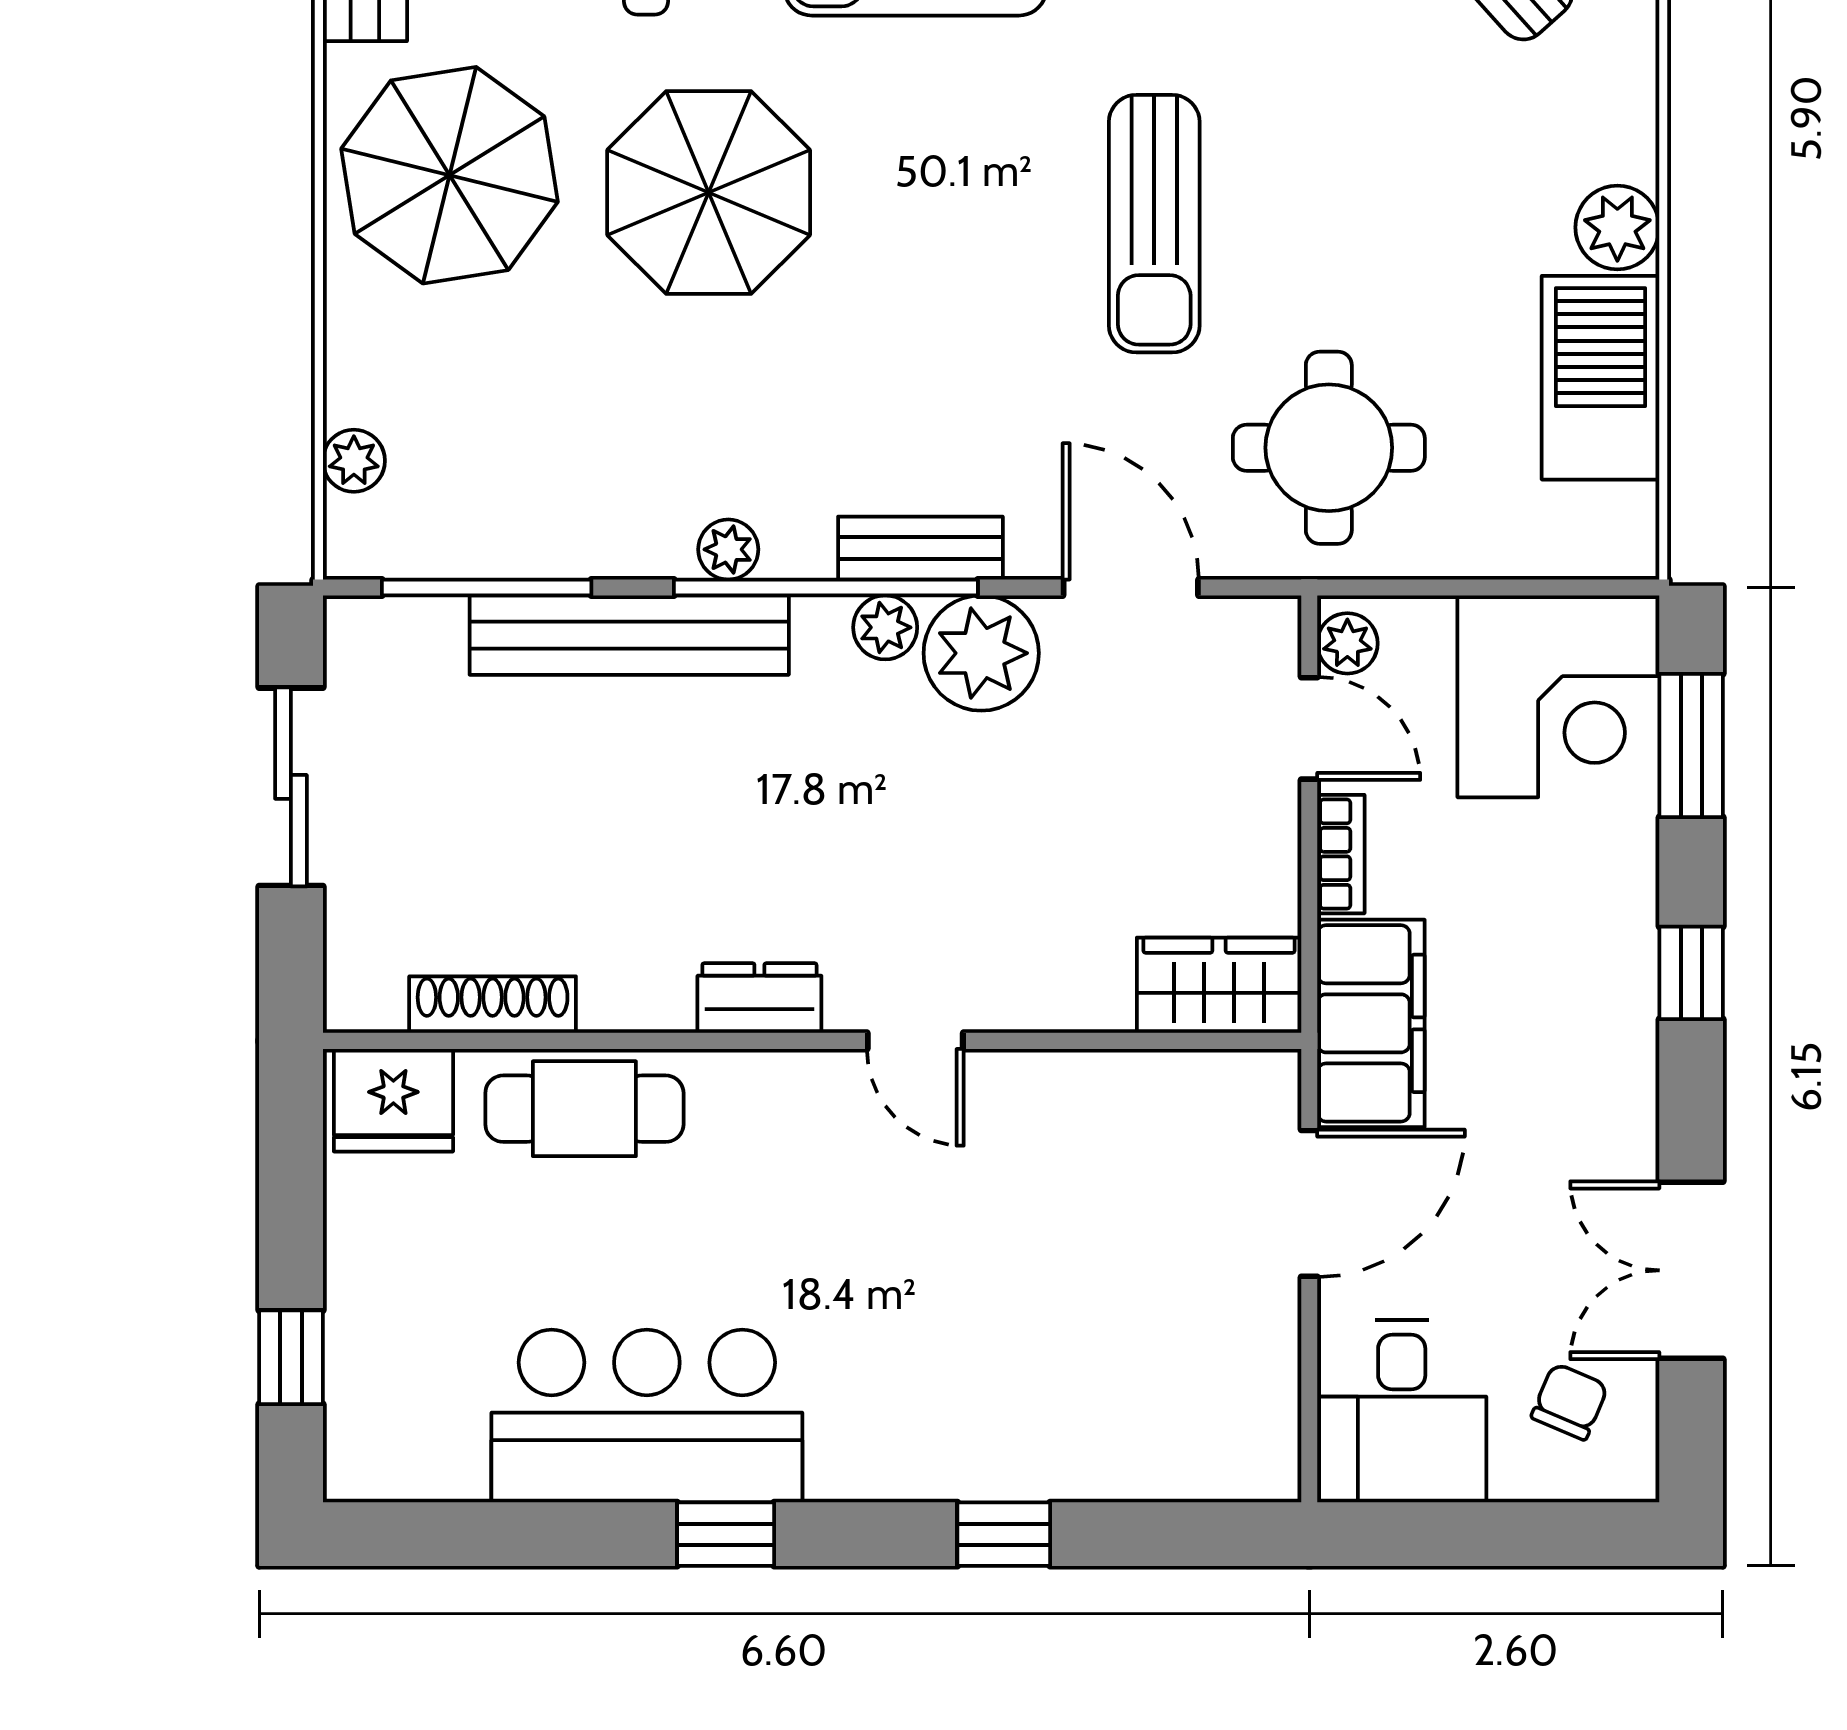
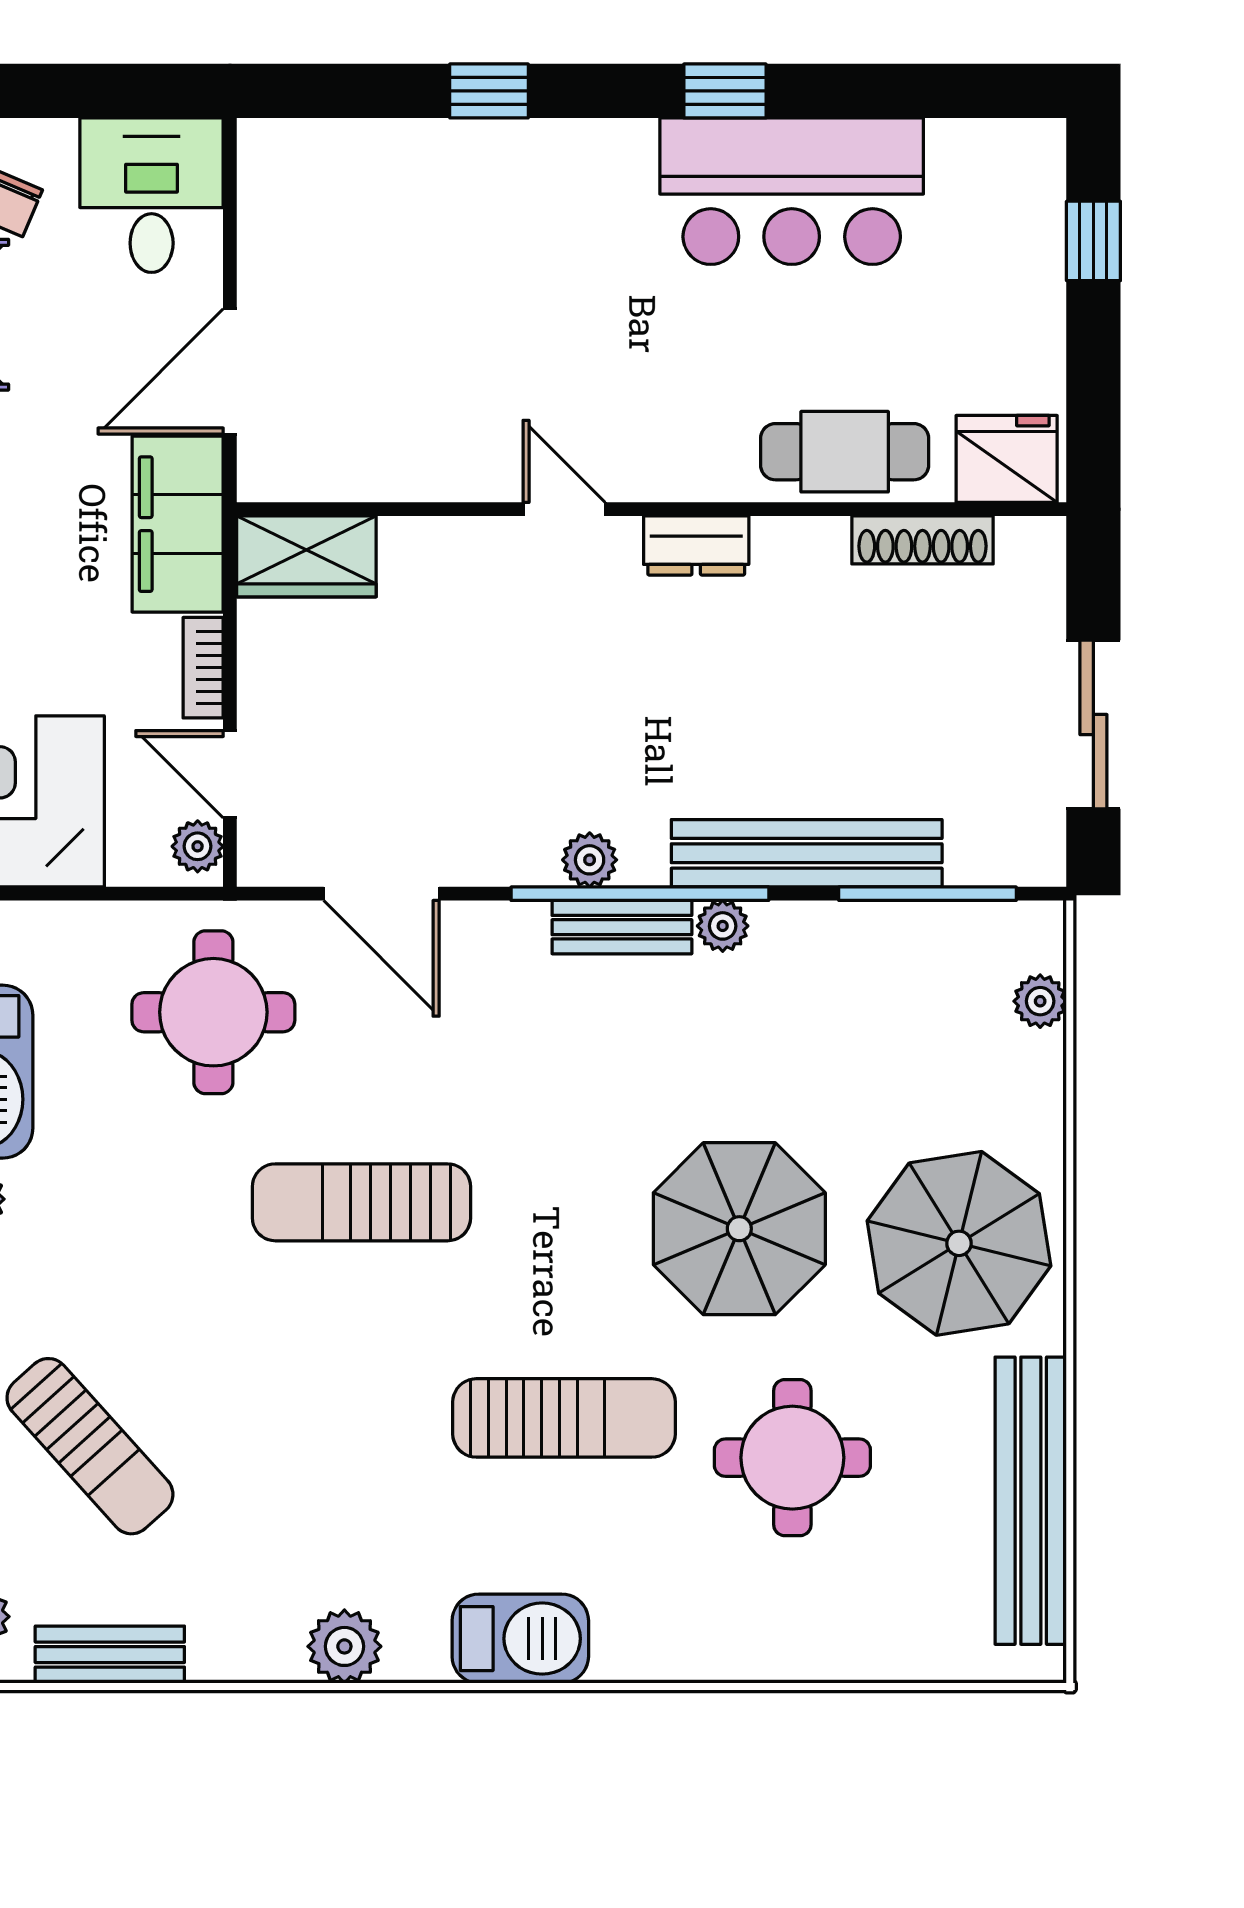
sun lounger: (1154, 224) -> (361, 1202), turned -90
bench: (920, 548) -> (622, 927), moved
plant: (981, 653) -> (508, 838), removed

